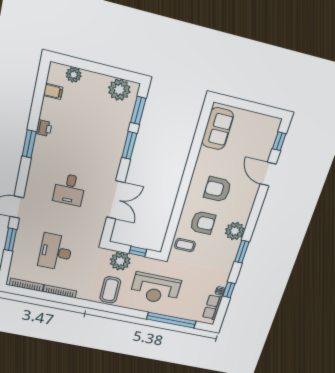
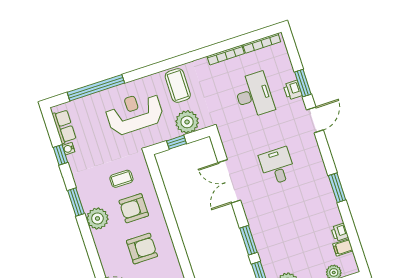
printer: (44, 128) -> (340, 232), moved
printer: (22, 239) -> (293, 90), added
coffee table: (185, 245) -> (121, 179), moved

